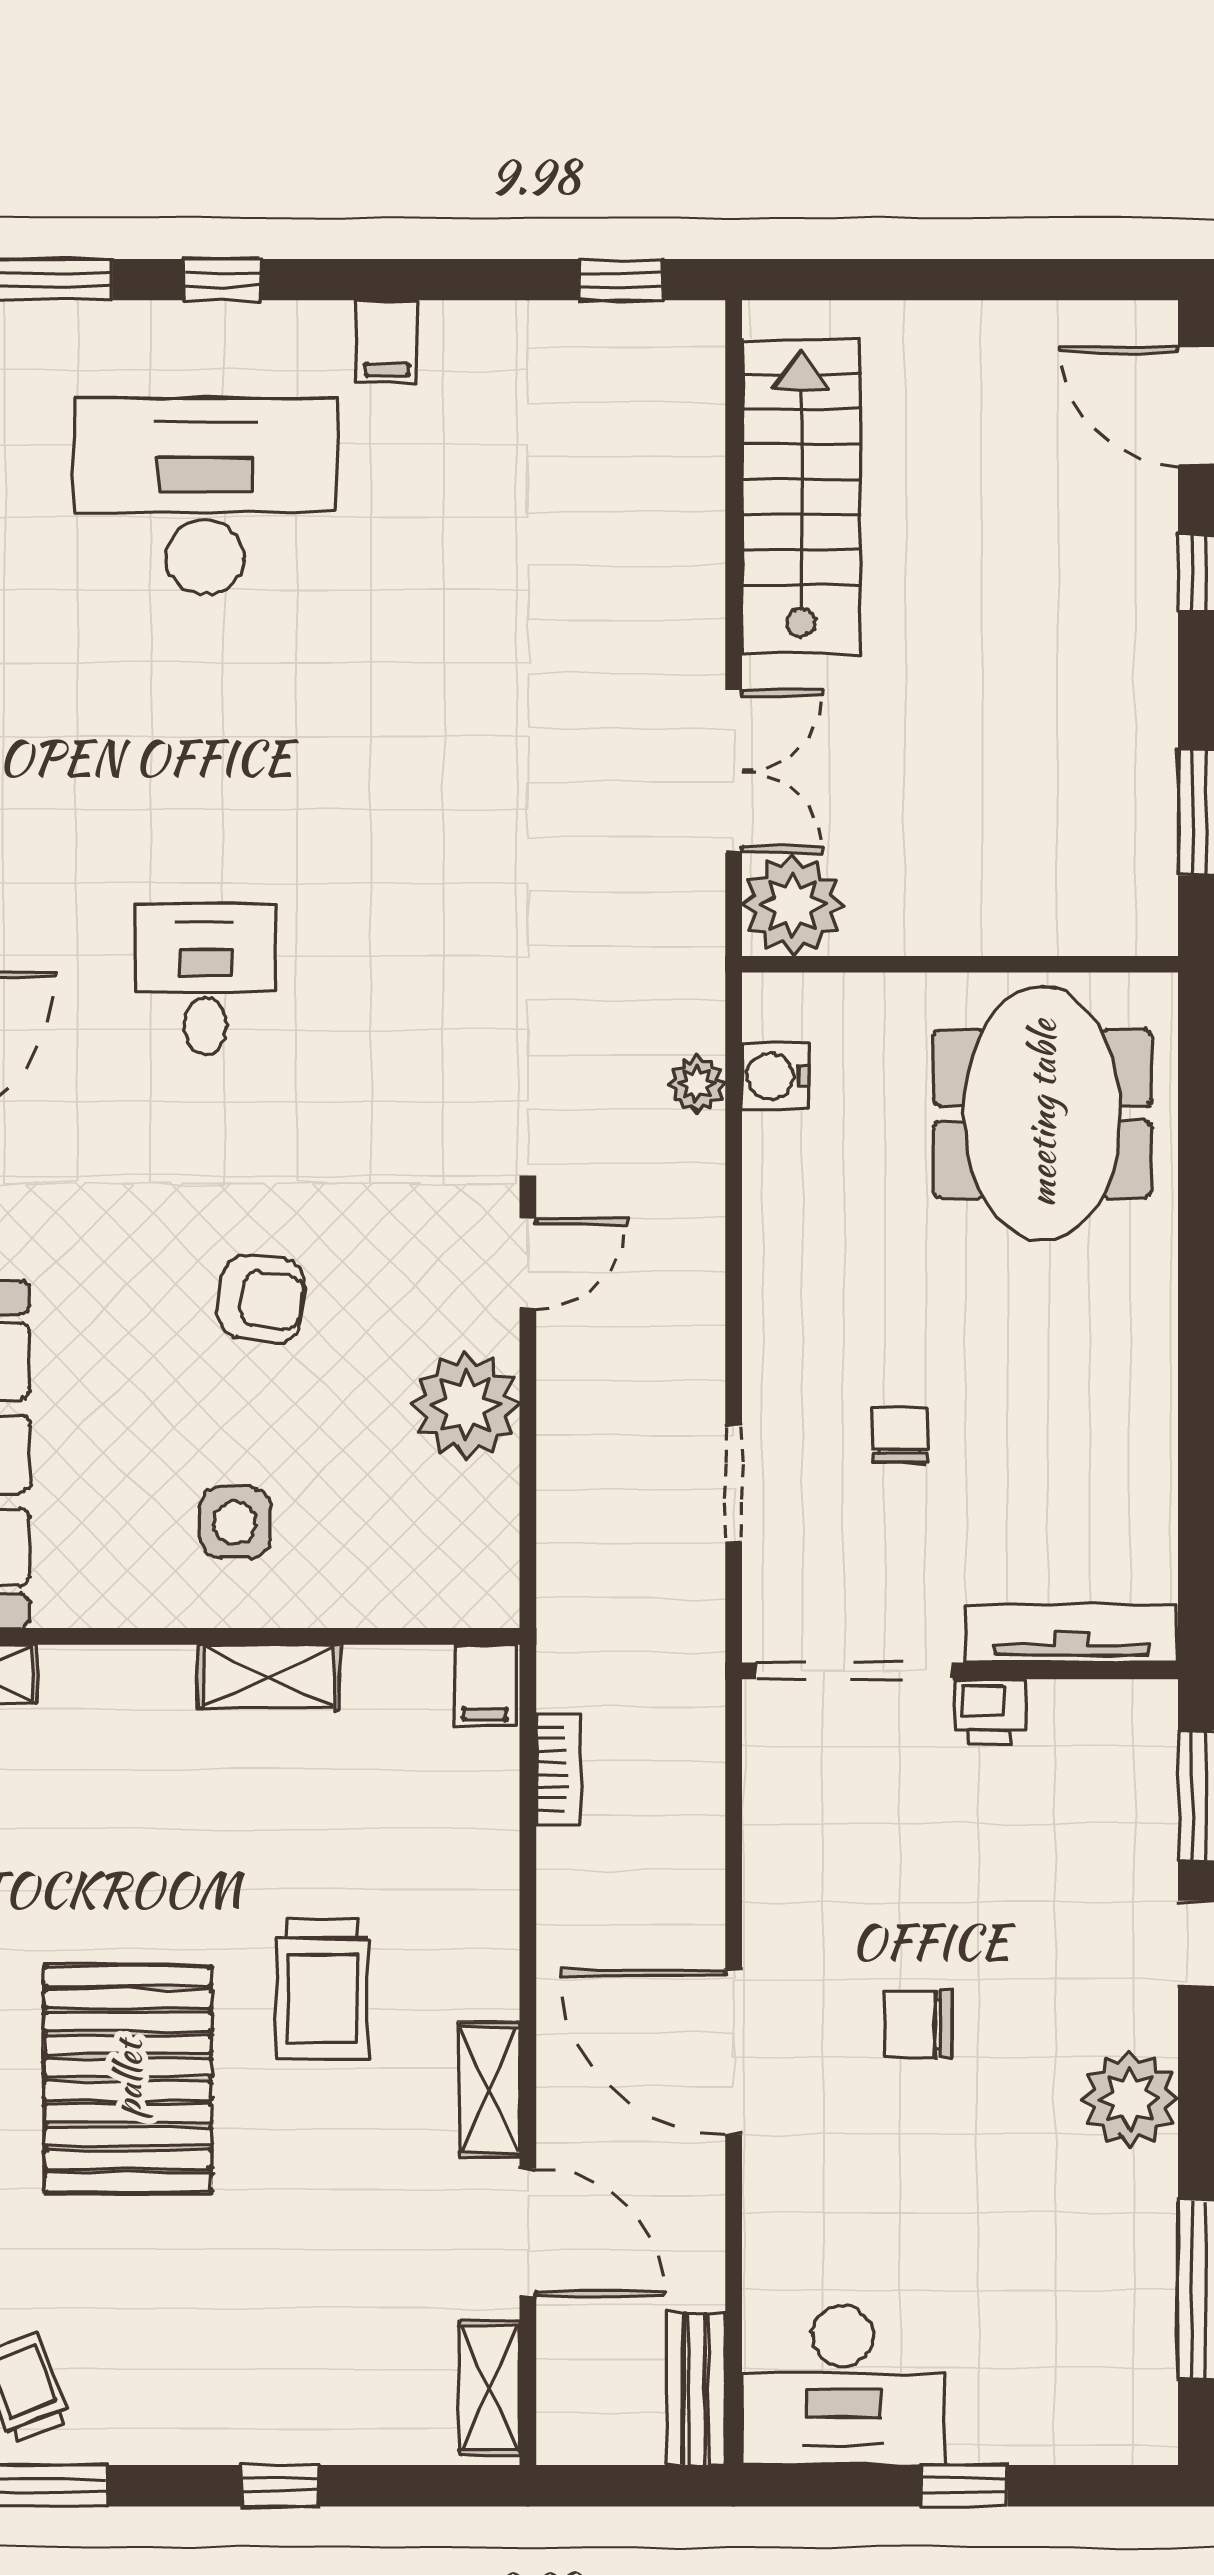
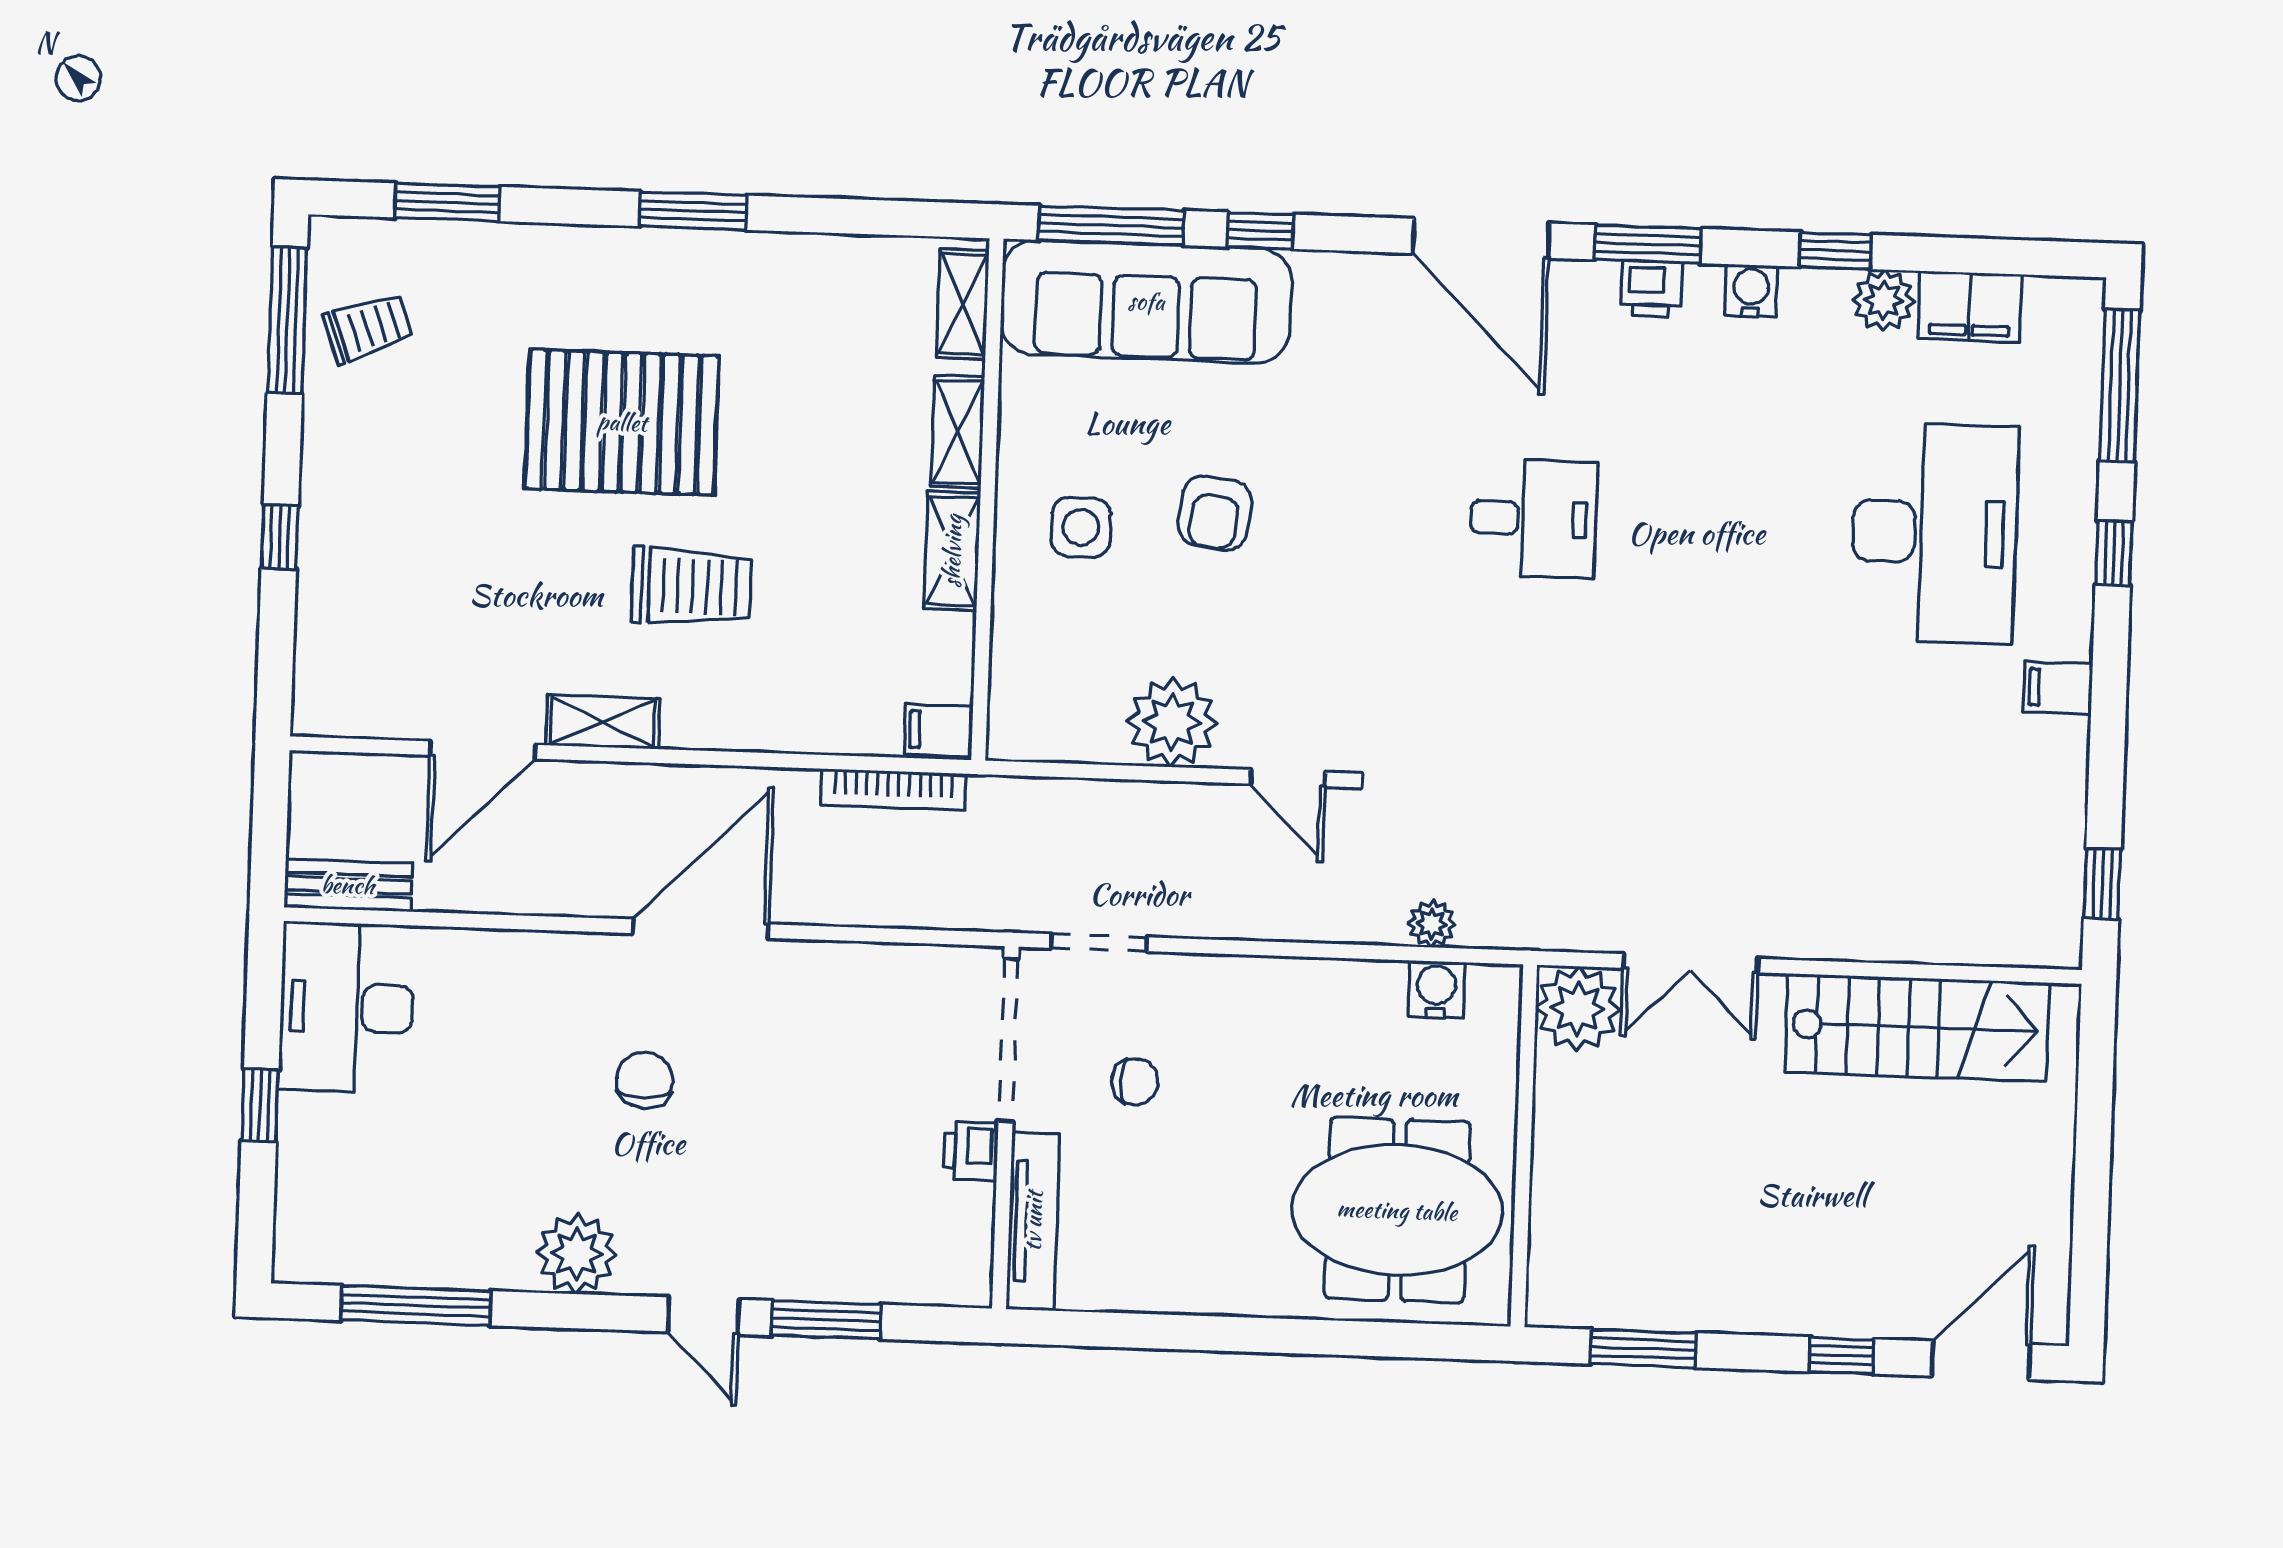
armchair: (261, 1299) -> (1215, 513), moved
tv unit: (1072, 1634) -> (1033, 1221), moved
doorway: (854, 1671) -> (1008, 1040), moved
wall: (960, 1671) -> (1005, 1128), moved
printer: (990, 1711) -> (971, 1151), moved
bookcase: (558, 1769) -> (893, 790), width x1.56
trolley: (323, 1989) -> (691, 587), turned 180
door: (734, 2052) -> (701, 929), moved
shelving: (489, 2388) -> (958, 432), moved, turned 90

